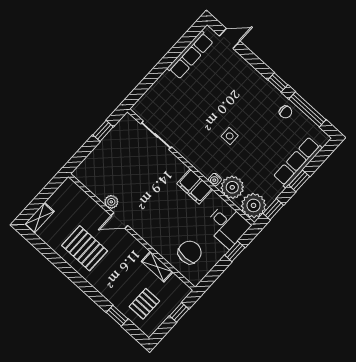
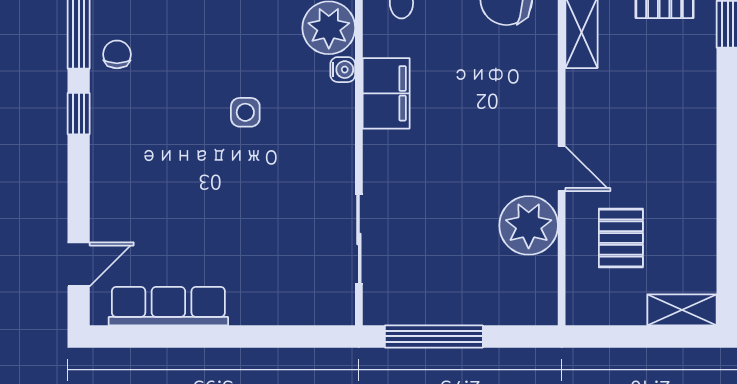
door: (230, 38) -> (79, 264), swing flipped
window: (103, 131) -> (434, 336), width x2.17
plant: (111, 202) -> (529, 225), width x1.87, depth x1.87
pallet: (85, 248) -> (621, 238), moved, width x0.67, depth x0.71

